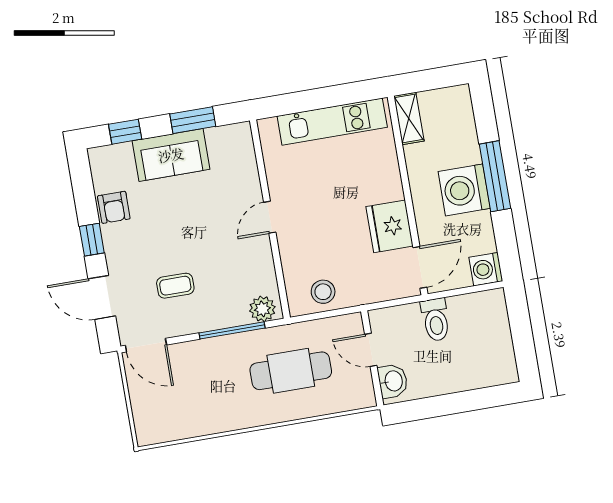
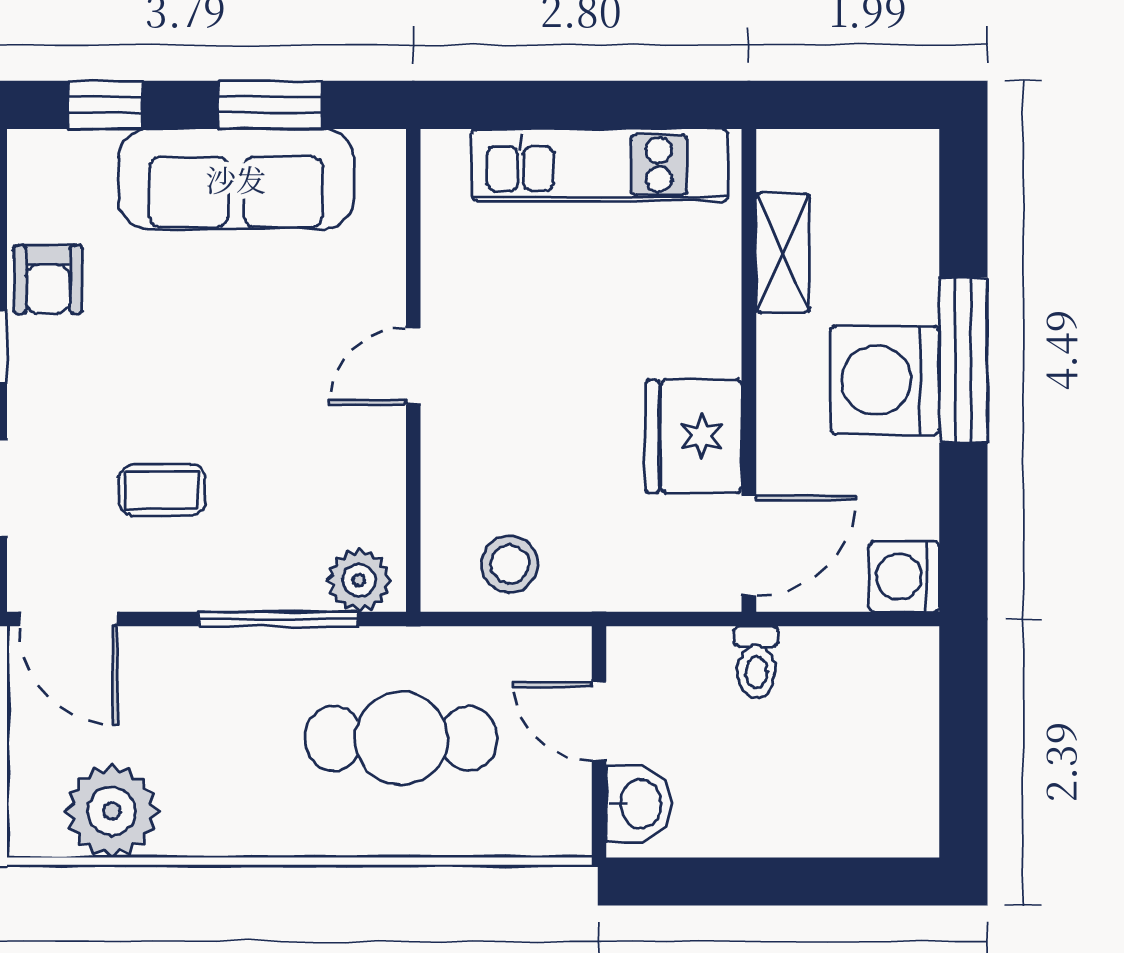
shelving: (409, 118) -> (783, 253), moved
sofa: (171, 155) -> (236, 179), width x1.36
toilet: (436, 320) -> (756, 662), width x0.73, depth x0.72
plant: (177, 421) -> (112, 811), added

